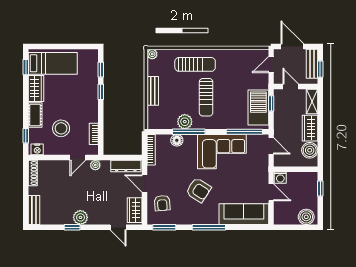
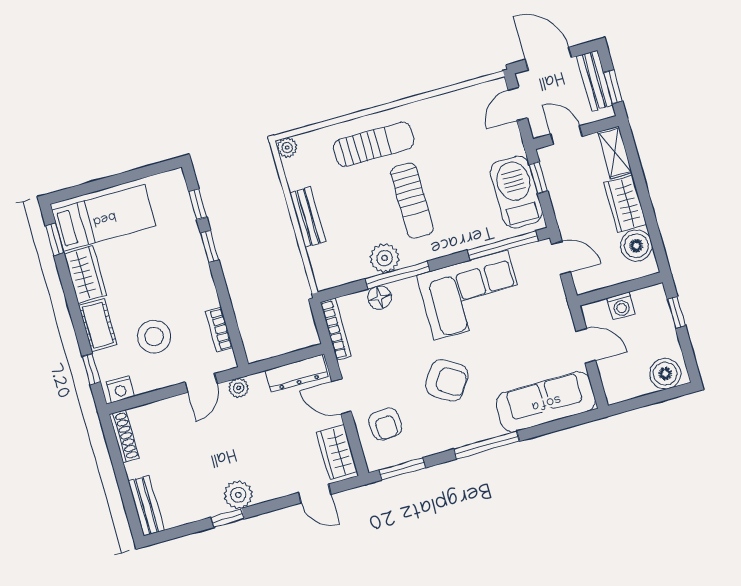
washing machine: (280, 178) -> (621, 306), moved

